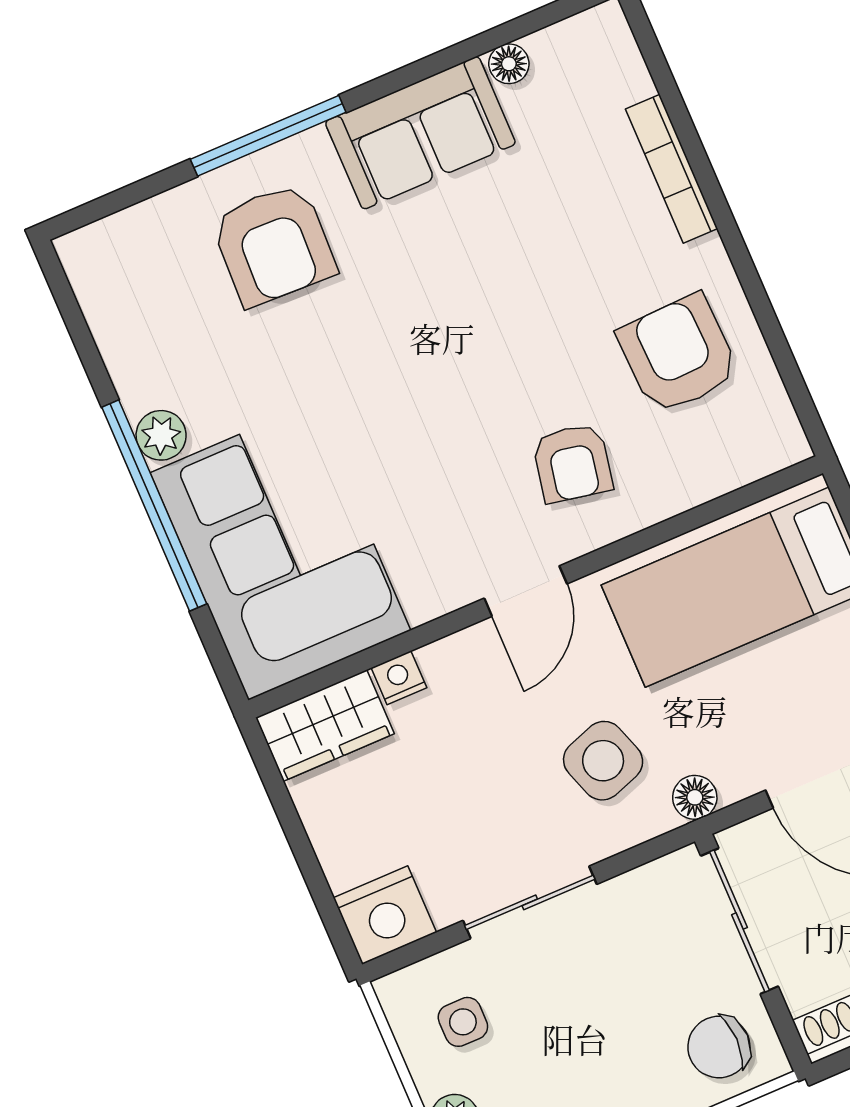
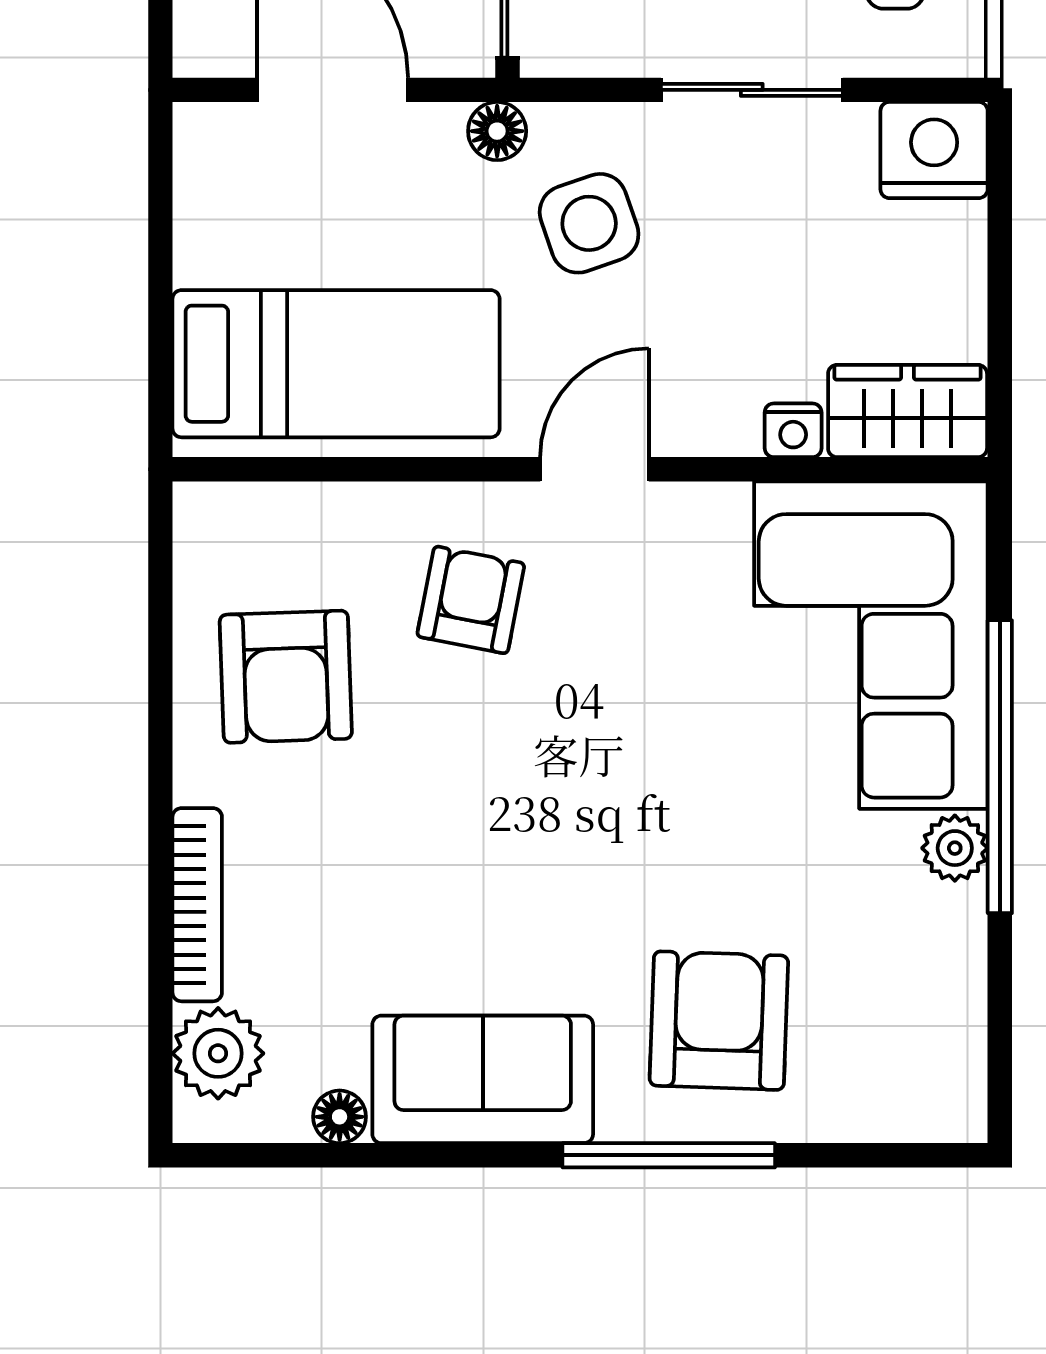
plant: (613, 72) -> (218, 1053), added

